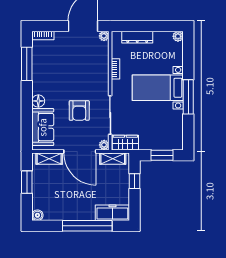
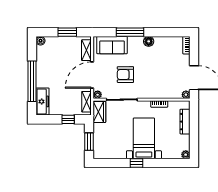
window: (27, 64) -> (130, 32), moved
window: (188, 97) -> (137, 163), width x0.46
floor lamp: (38, 101) -> (149, 41), moved

